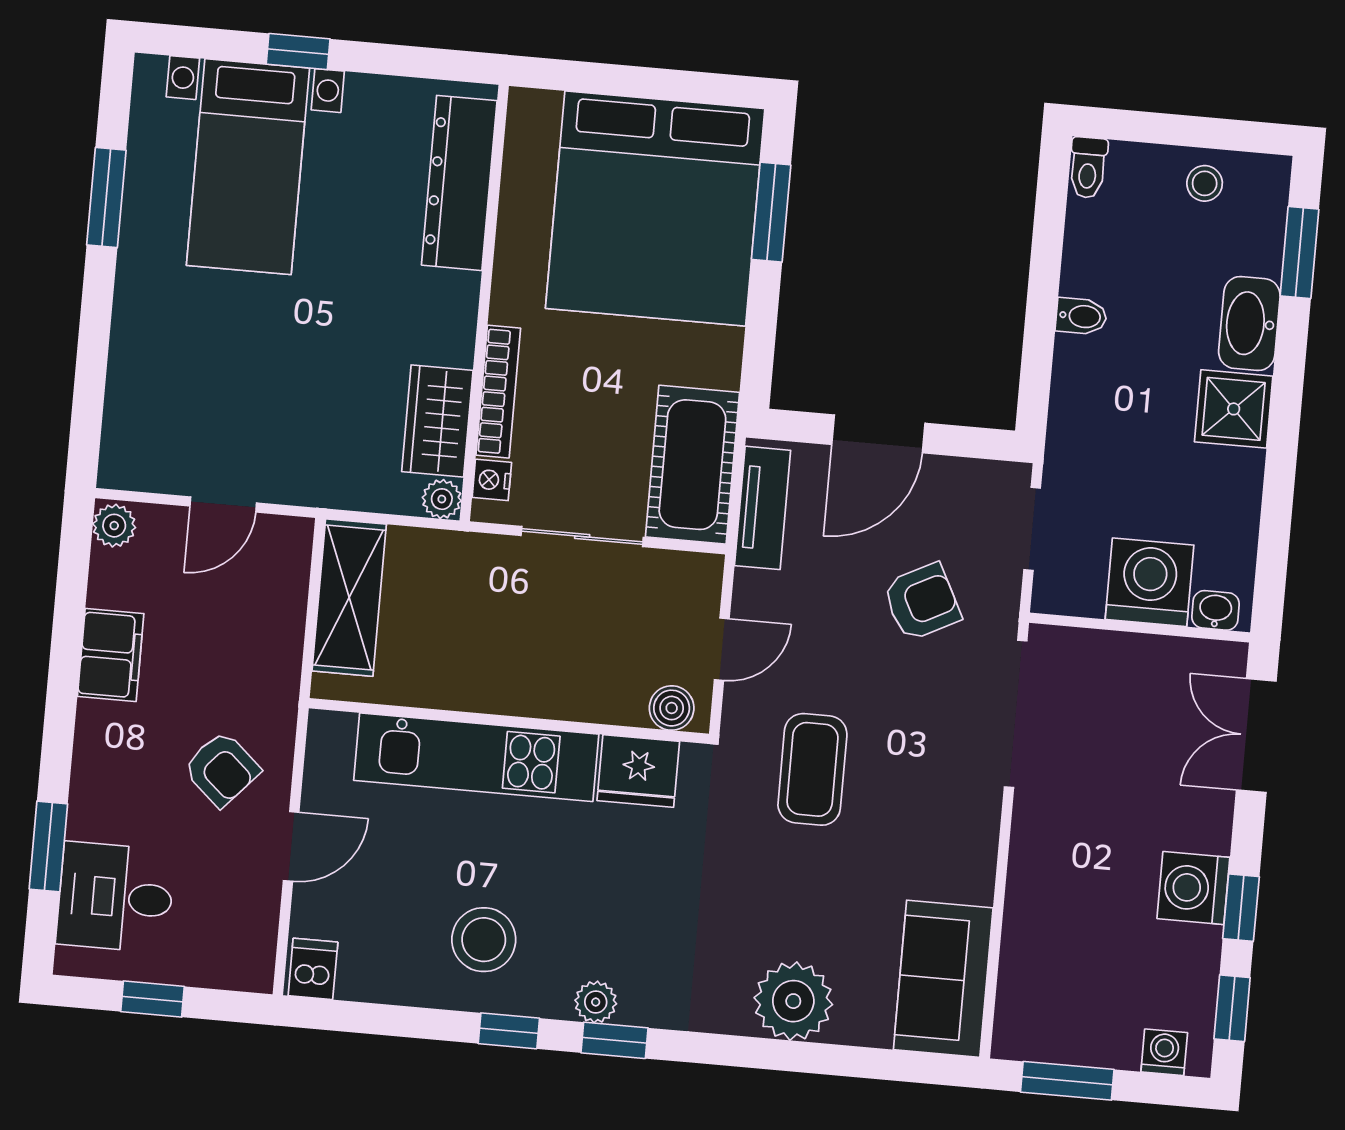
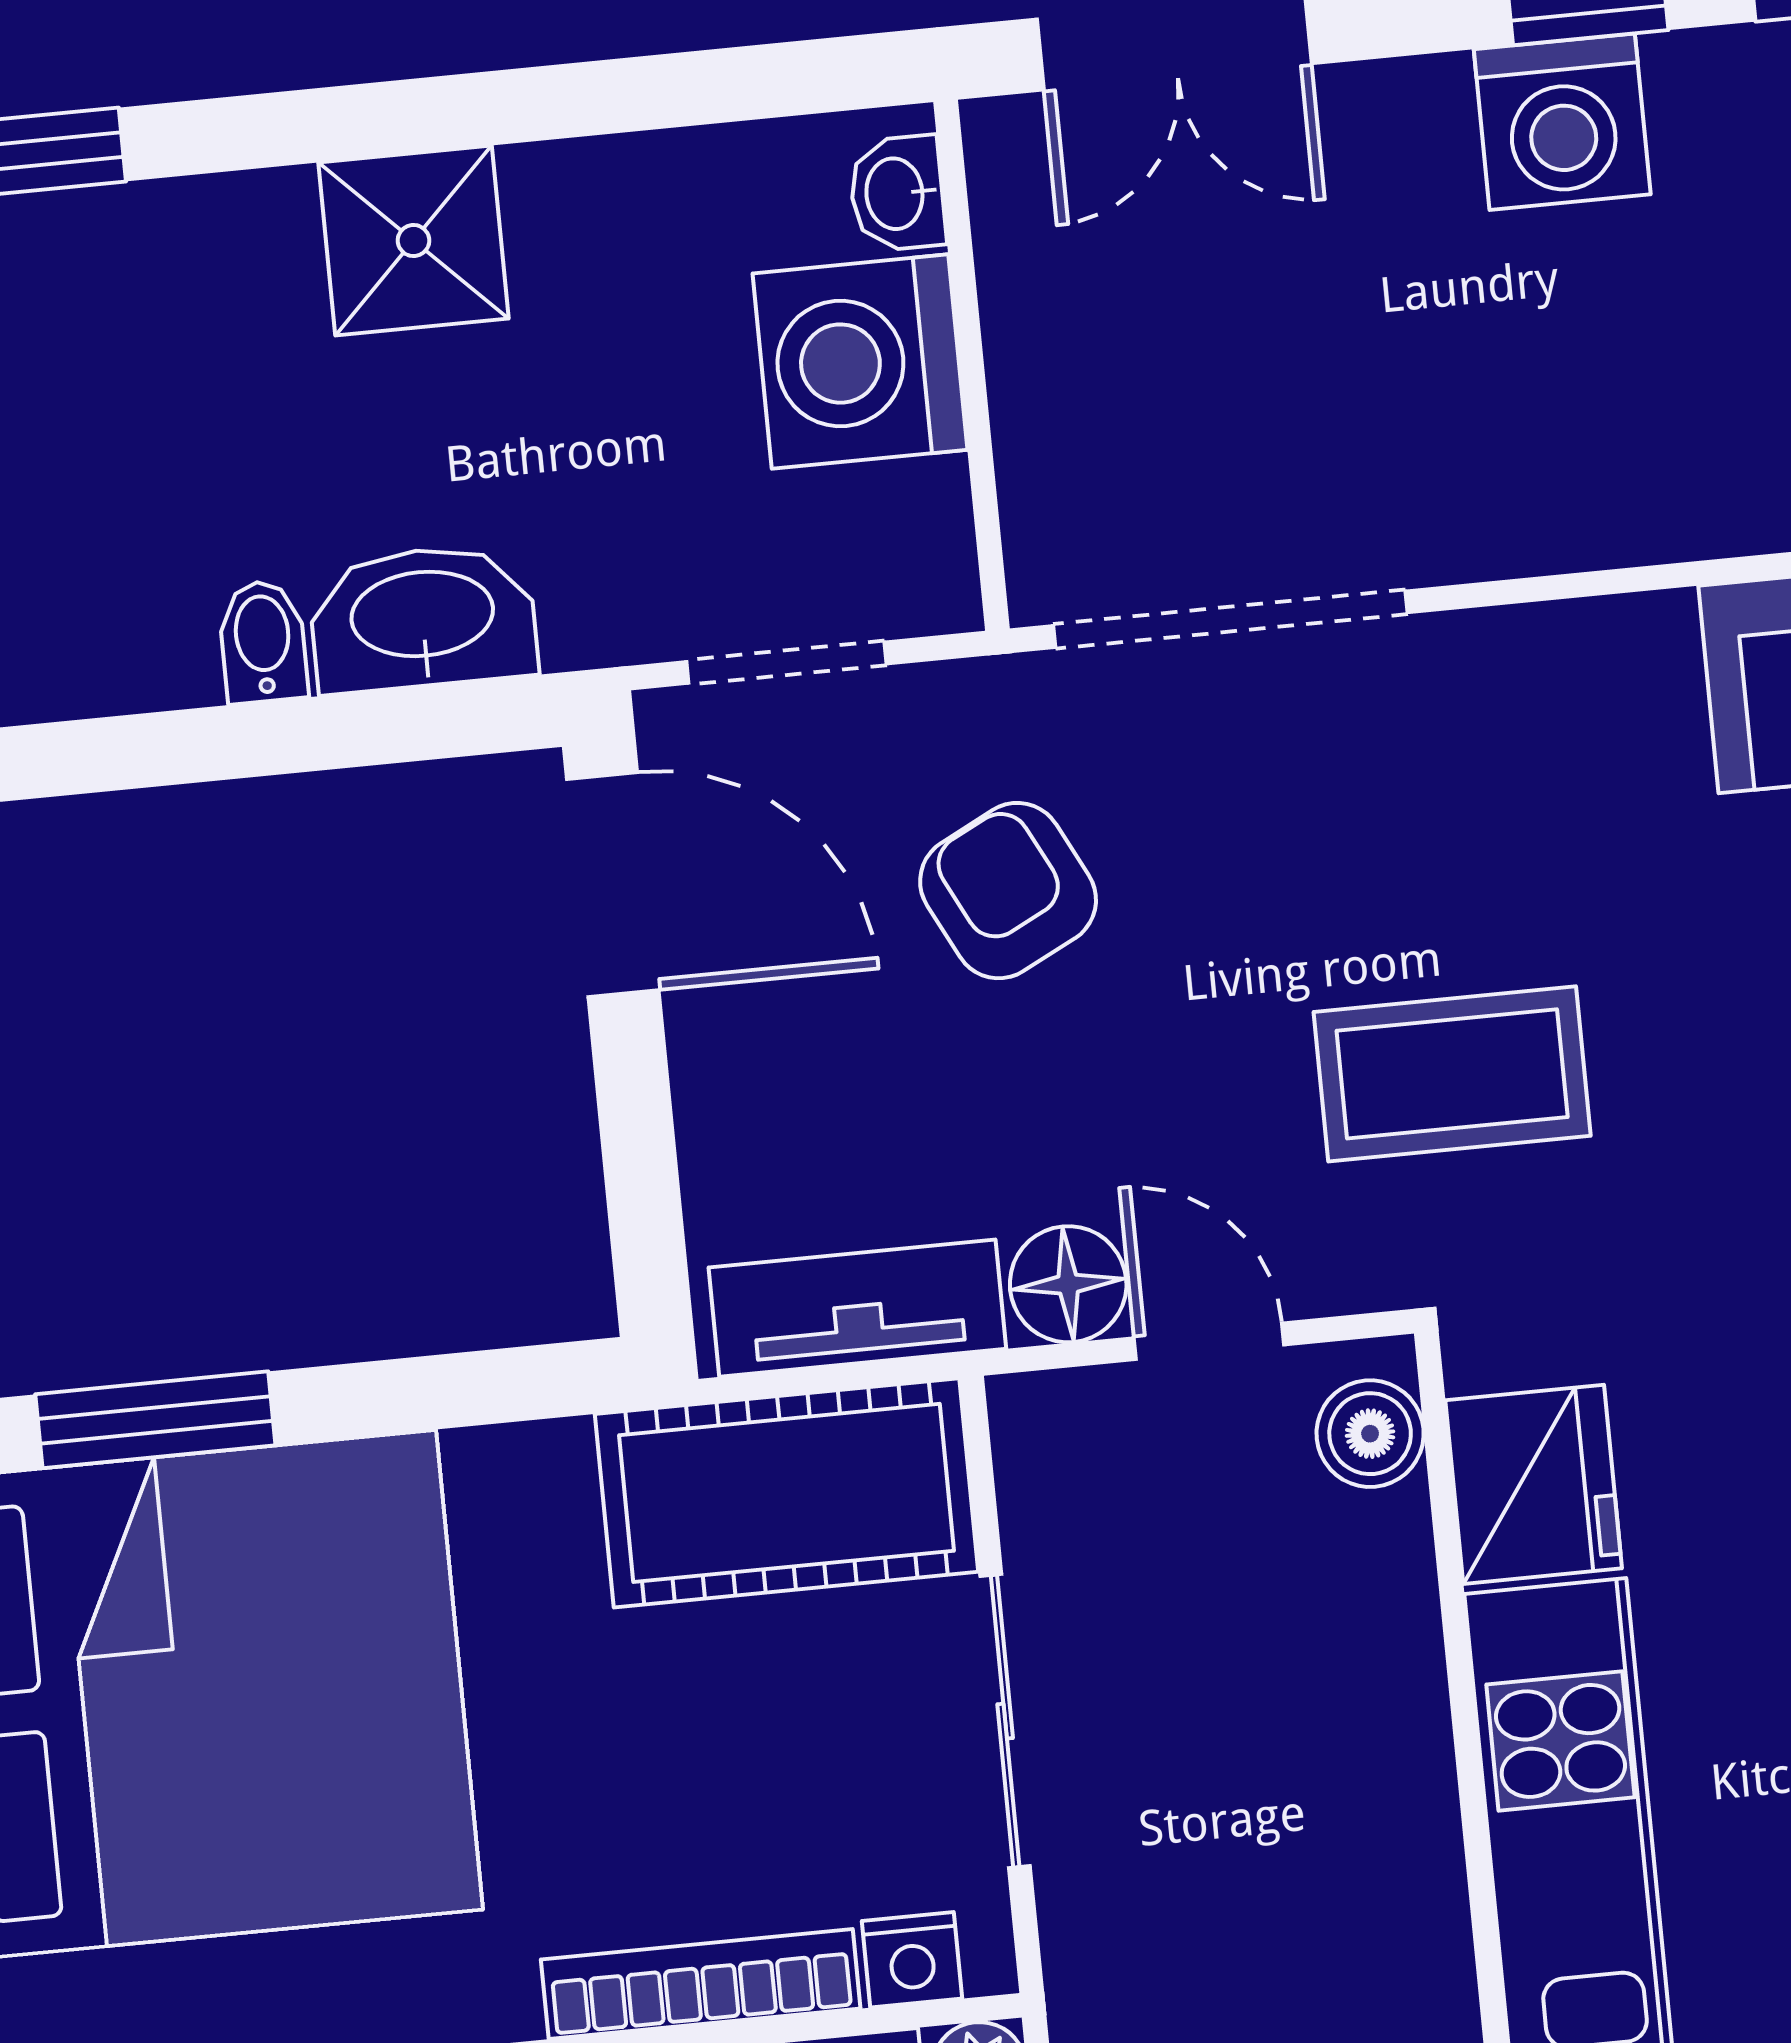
washbasin: (1249, 324) -> (423, 618), moved, turned 180
door: (878, 434) -> (613, 885), moved
floor lamp: (756, 596) -> (1068, 1284), added

